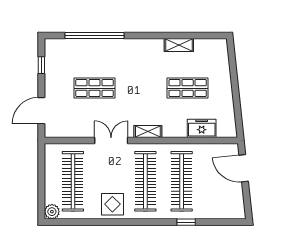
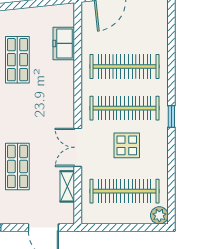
shelving: (148, 131) -> (67, 186), moved
display table: (112, 204) -> (127, 145), moved
window: (186, 222) -> (171, 117), moved

